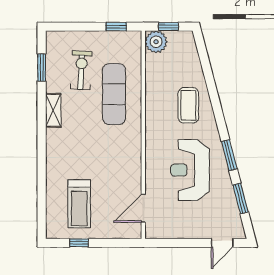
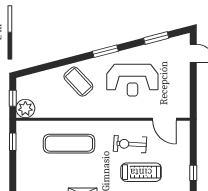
exercise bike: (81, 70) -> (130, 144), moved
coffee table: (188, 105) -> (78, 82), turned 47
window: (229, 155) -> (105, 51), moved
treadmill: (79, 204) -> (141, 172), moved

